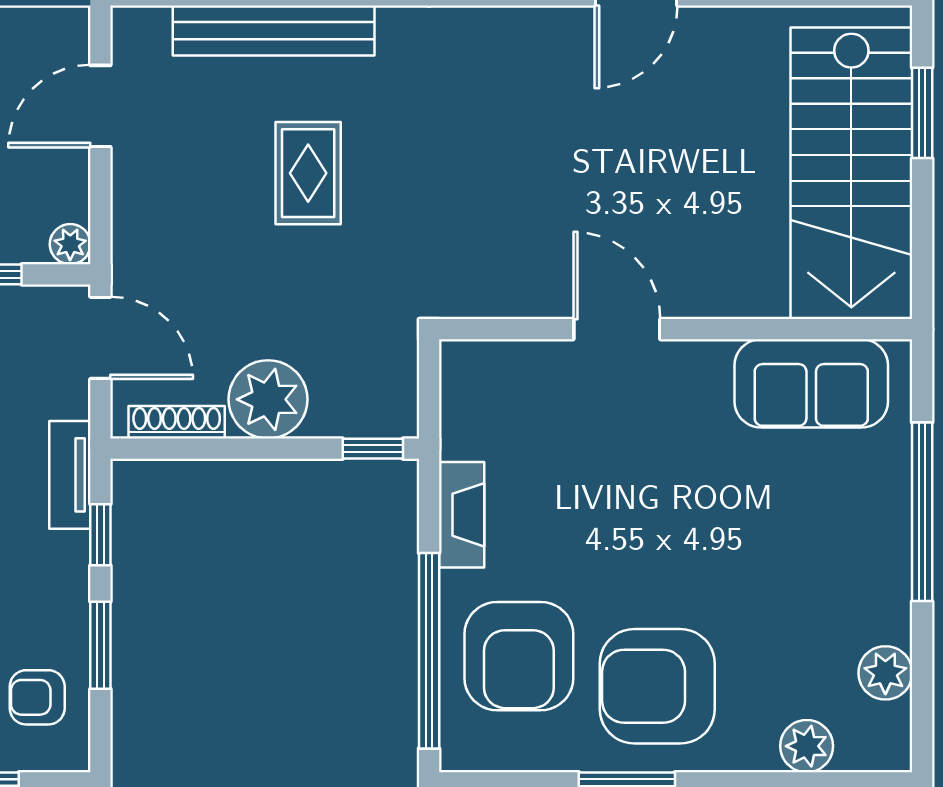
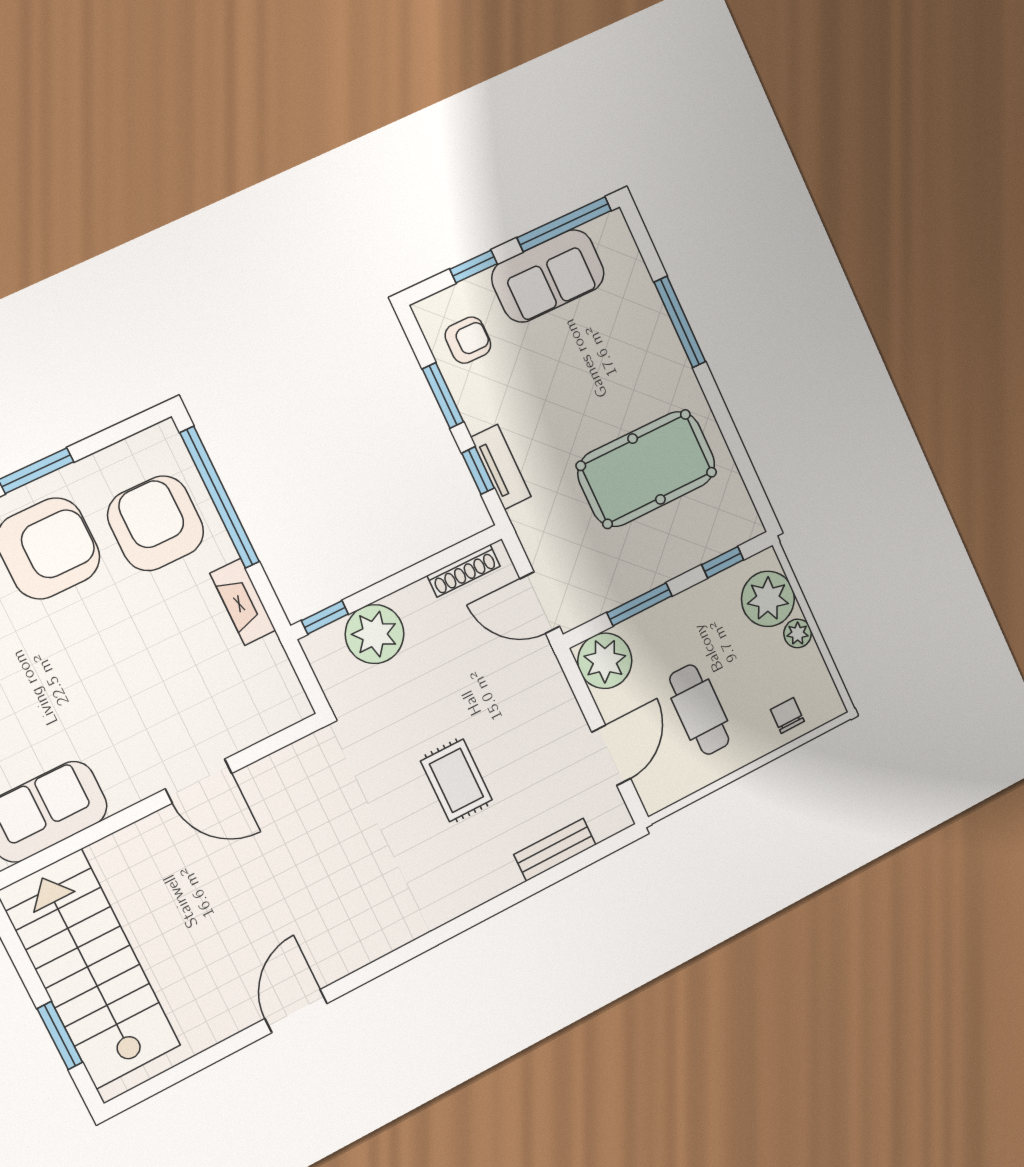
bench: (274, 30) -> (555, 850), width x0.54, depth x0.82
plant: (70, 244) -> (605, 661), width x1.87, depth x1.87
plant: (268, 399) -> (375, 634), moved
tv unit: (70, 475) -> (501, 467), moved

